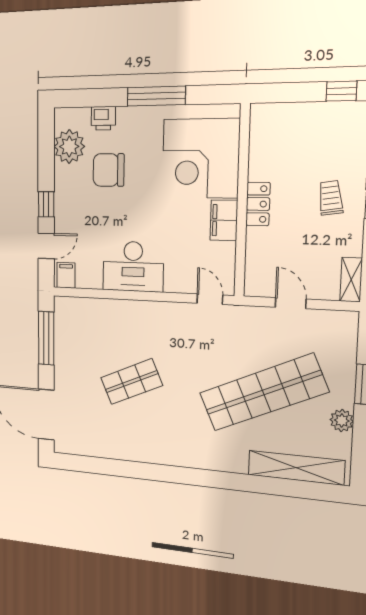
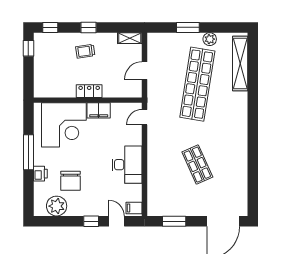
printer: (103, 118) -> (40, 174), moved
window: (46, 338) -> (174, 221), width x0.69
shop shelf: (263, 393) -> (197, 84), turned 33

